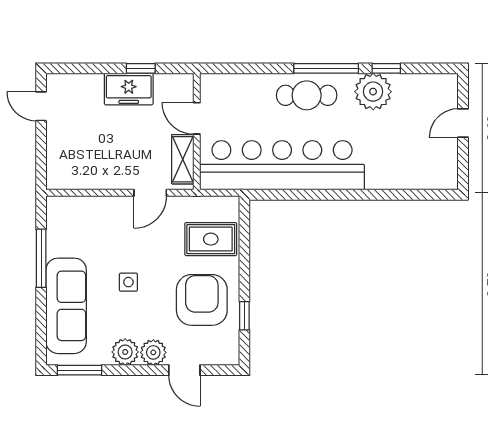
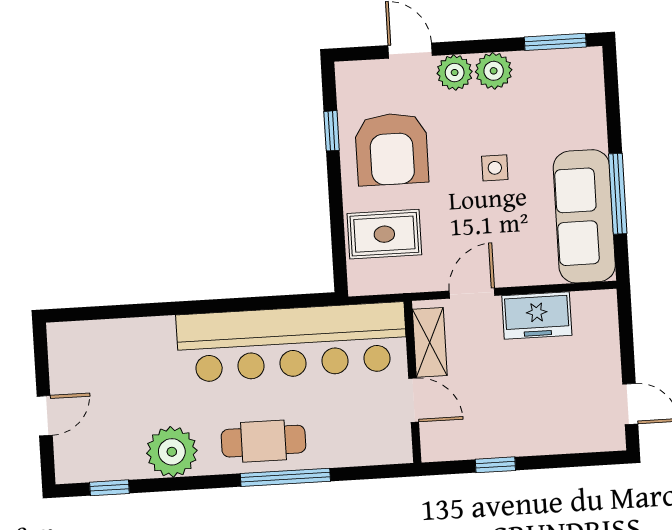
window: (326, 68) -> (285, 477), moved
window: (386, 68) -> (109, 488), moved
freezer: (129, 89) -> (537, 315), moved, turned 180
sofa: (66, 306) -> (584, 216), moved

